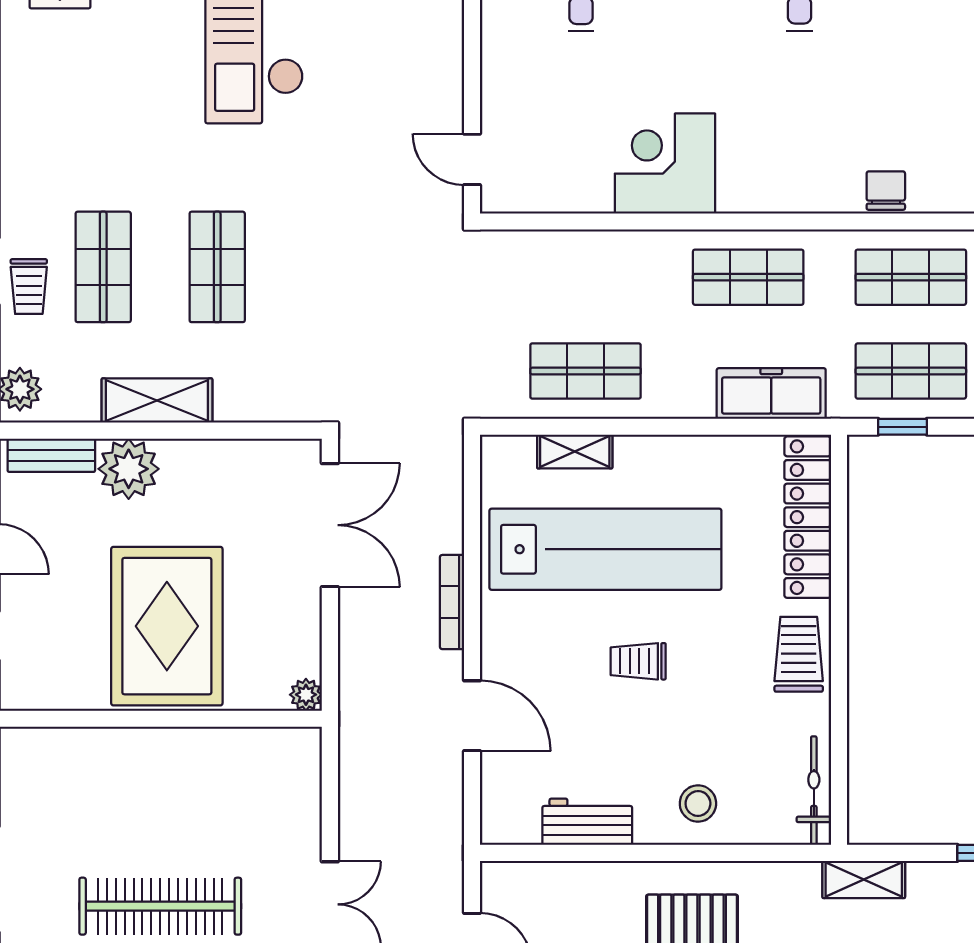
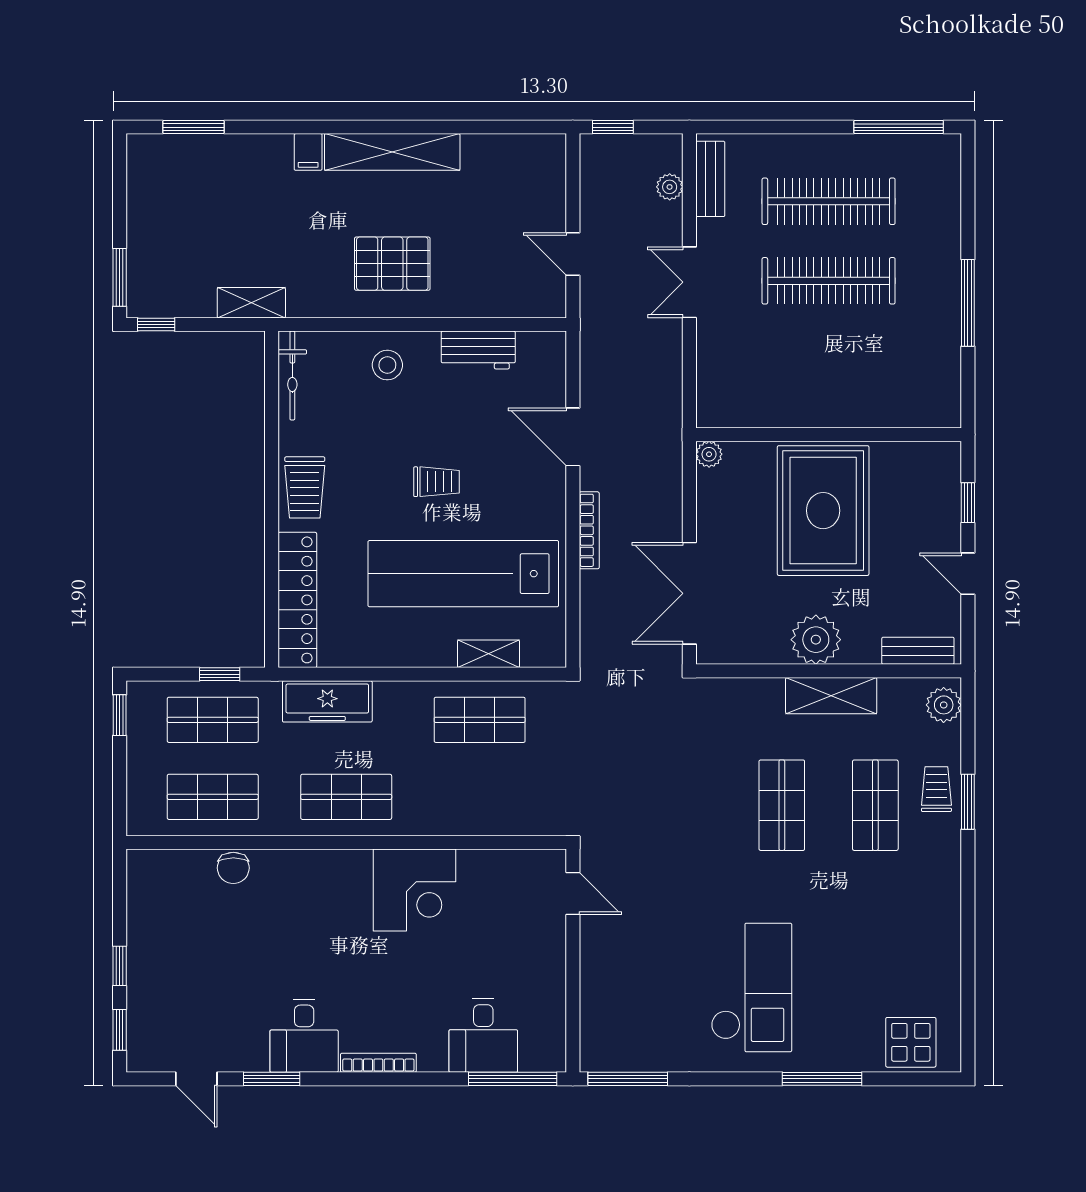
plant: (129, 469) -> (816, 640), moved

